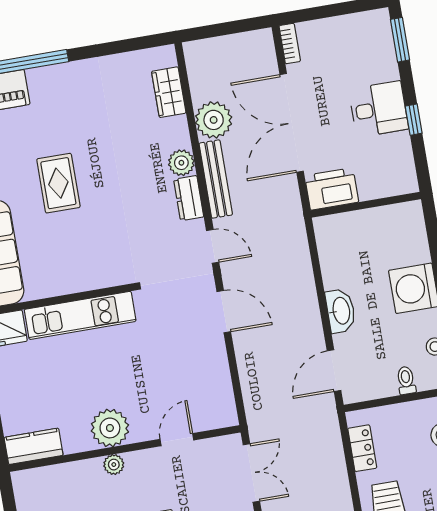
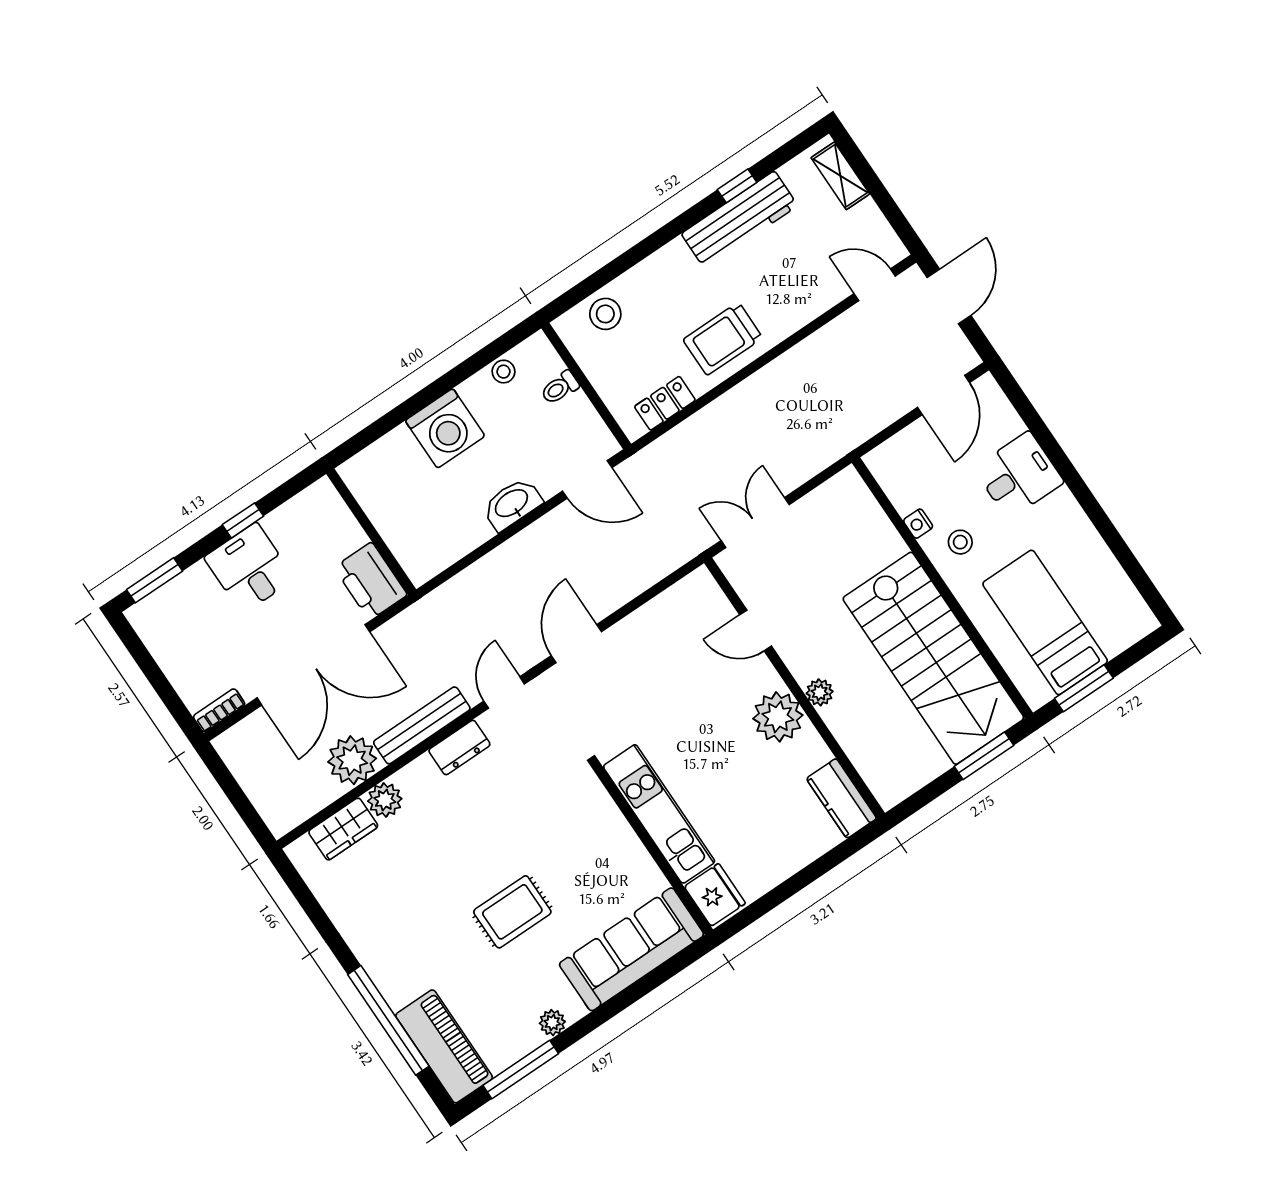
plant: (181, 163) -> (385, 800), moved

